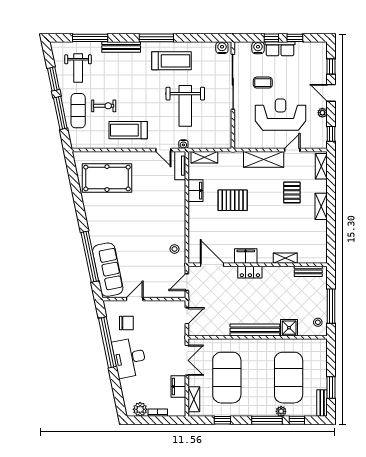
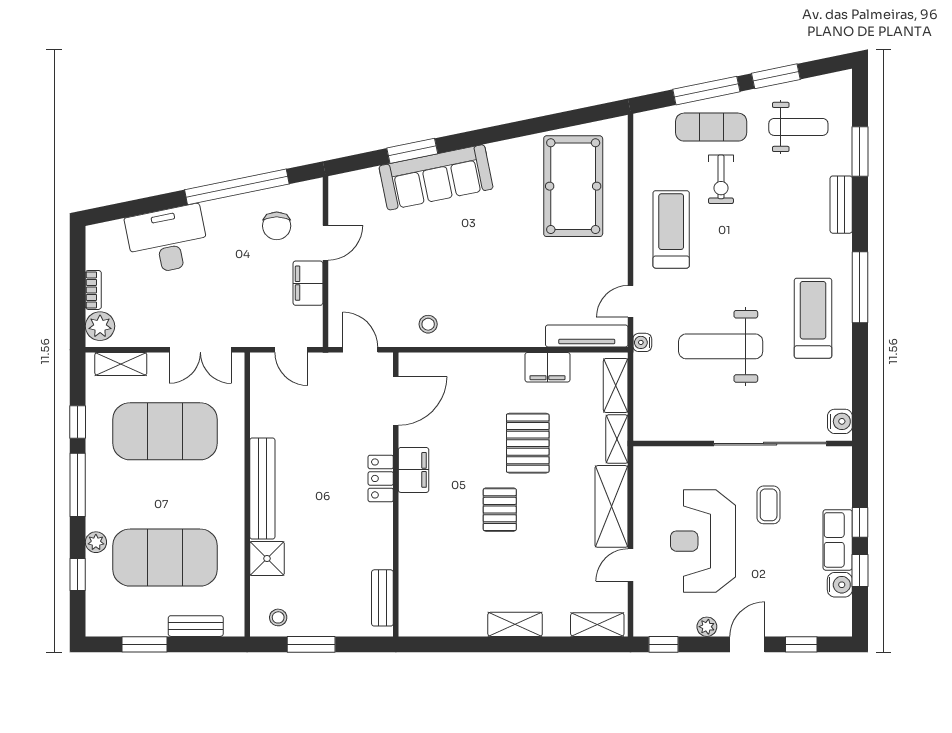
window: (90, 38) -> (860, 152), width x0.69
bench: (121, 47) -> (841, 205), width x0.73
water cooler: (258, 48) -> (840, 585), moved
treadmill: (172, 61) -> (813, 318), turned 180
weight bench: (78, 68) -> (798, 127), turned 180
reception desk: (281, 115) -> (703, 541), turned 180
door: (292, 150) -> (630, 565), swing flipped
tv unit: (180, 166) -> (587, 336), width x1.41
pallet: (292, 192) -> (500, 510), moved, turned 90
window: (90, 257) -> (412, 151), width x0.47
shelving: (285, 258) -> (617, 439), moved
sofa: (108, 270) -> (436, 177), moved
door: (135, 299) -> (325, 243), hinge flipped
window: (331, 306) -> (311, 644), width x0.69
desk: (129, 358) -> (167, 240), moved
filing cabinet: (178, 387) -> (308, 283), moved, turned -90
bench: (322, 403) -> (196, 626), moved
plant: (140, 409) -> (100, 326), moved
window: (267, 420) -> (78, 485), moved

